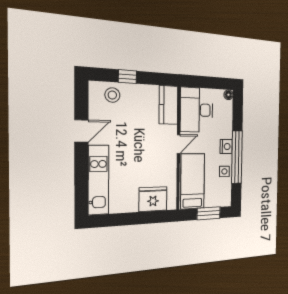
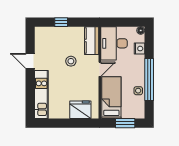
stool: (112, 95) -> (71, 61), moved
door: (81, 131) -> (30, 61), swing flipped
nightstand: (226, 146) -> (139, 49), moved

